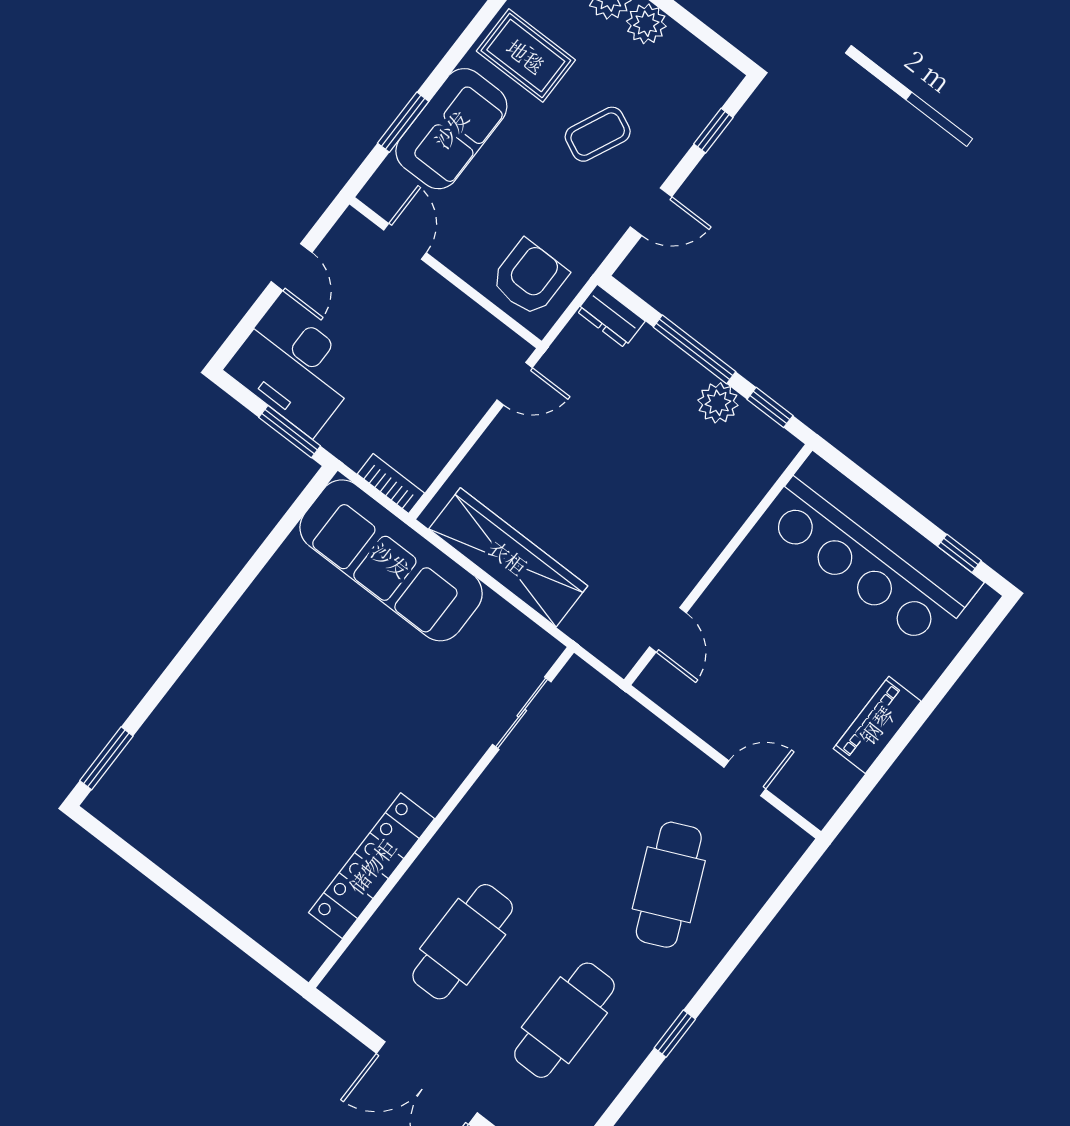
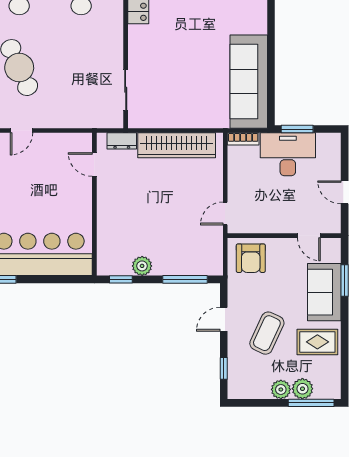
coffee table: (598, 134) -> (267, 333), width x1.36, depth x1.30
dresser: (611, 316) -> (122, 141), moved, turned 180
window: (695, 349) -> (185, 279), moved
desk: (295, 369) -> (288, 154), moved
sofa: (391, 560) -> (249, 82), moved, turned -90

